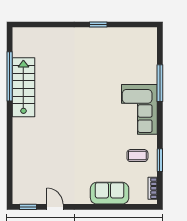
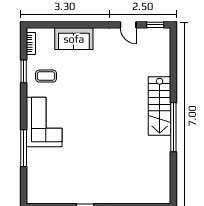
window: (10, 76) -> (173, 127), moved
stairs: (23, 87) -> (160, 106), moved

